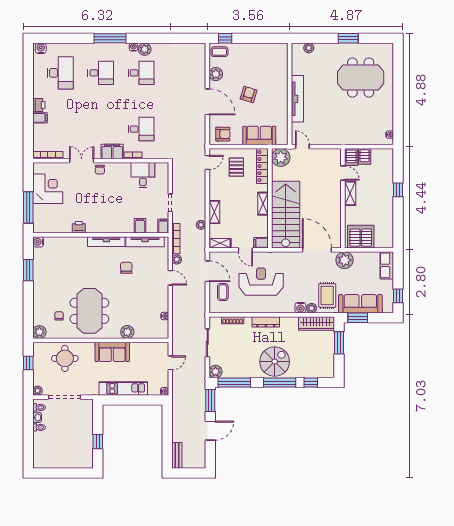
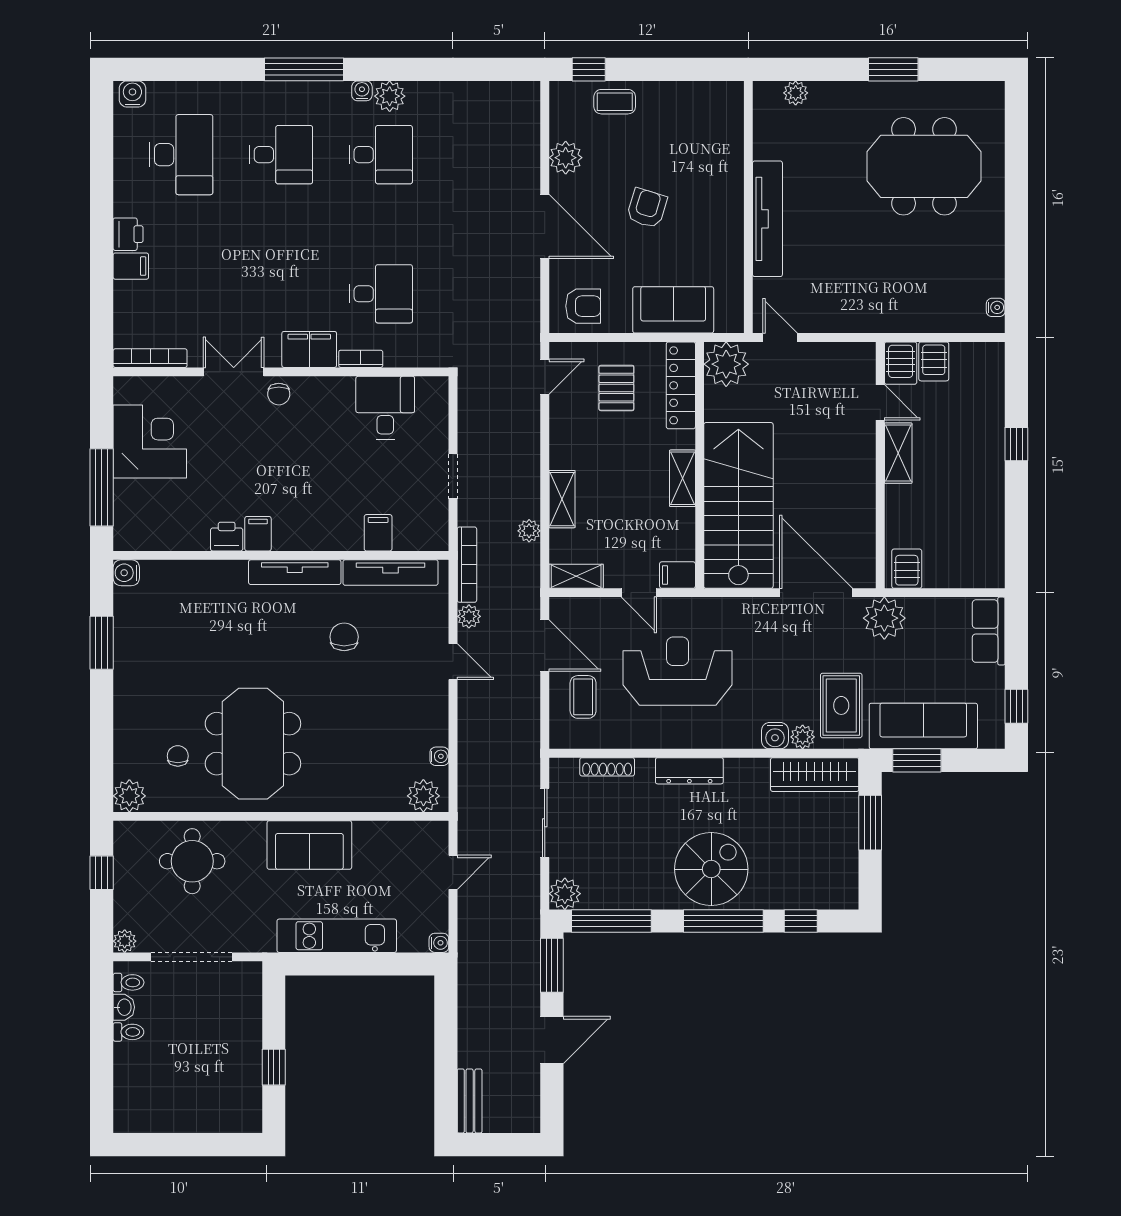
coffee table: (219, 52) -> (615, 102), moved
filing cabinet: (163, 226) -> (258, 534), moved
server rack: (361, 237) -> (907, 569), width x0.46, depth x0.70
plant: (127, 332) -> (423, 796), moved

